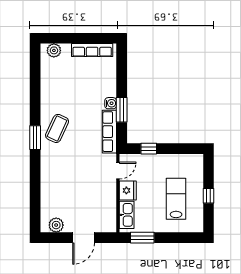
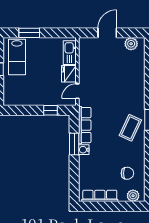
chair: (60, 76) -> (127, 173), added
lab bench: (176, 199) -> (17, 57), moved
window: (142, 238) -> (29, 33), moved

